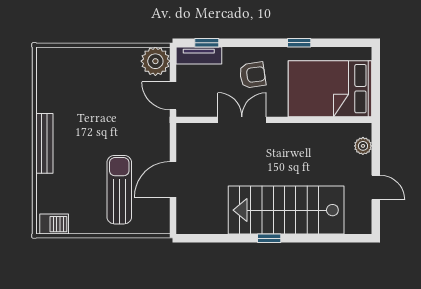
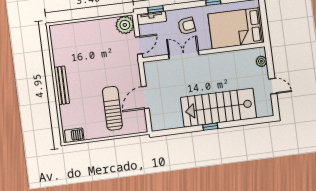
door: (173, 96) -> (139, 45), swing flipped

